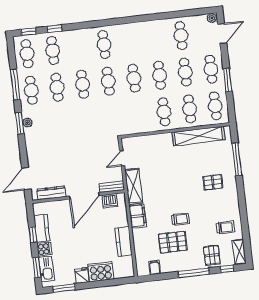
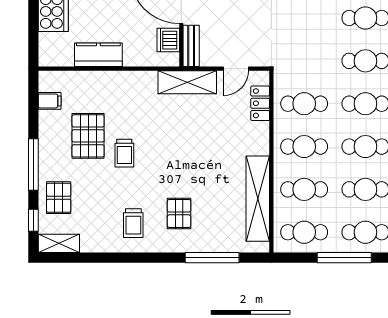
window: (228, 80) -> (344, 258), width x1.44
cafe table: (138, 115) -> (304, 104), added
locker: (141, 141) -> (260, 103), added
door: (122, 158) -> (236, 69), swing flipped
filing cabinet: (138, 216) -> (138, 83), removed
trolley: (225, 227) -> (133, 223), moved
pallet: (212, 255) -> (59, 198), turned 90

